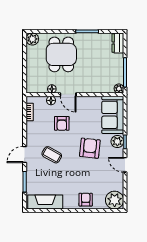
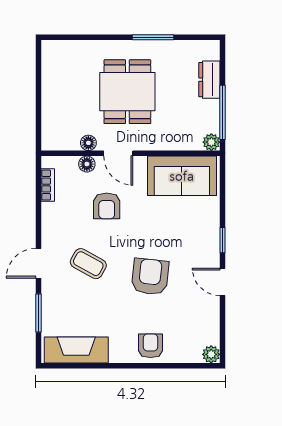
plant: (32, 39) -> (53, 51), removed
dresser: (118, 43) -> (209, 80), moved
dining table: (61, 54) -> (127, 92), moved
sofa: (113, 115) -> (182, 176), moved, turned -90
plant: (117, 142) -> (209, 239), removed
armchair: (90, 148) -> (150, 277), moved
plant: (115, 200) -> (211, 354), width x0.53, depth x0.53

